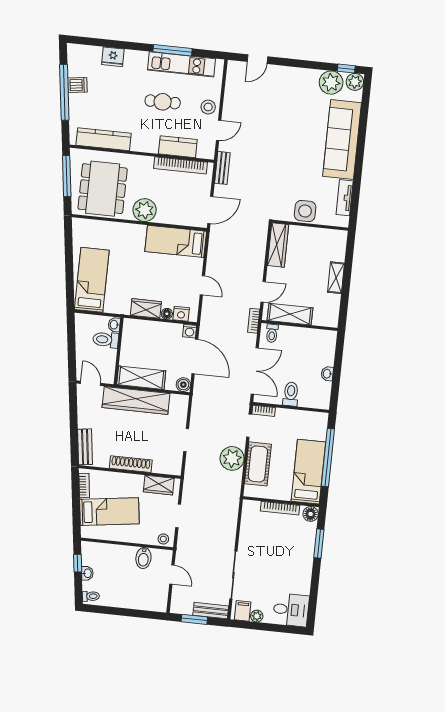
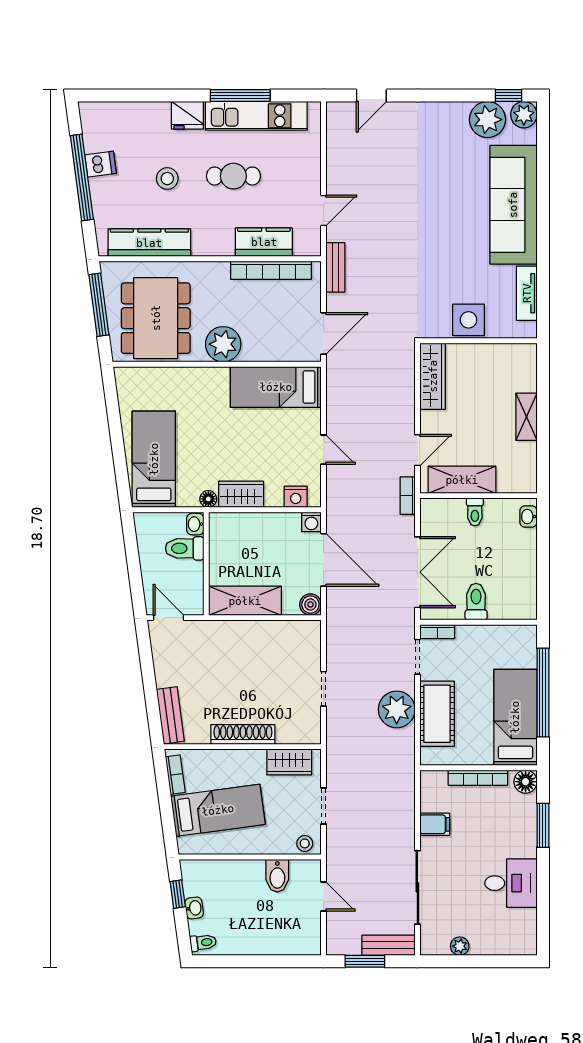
fridge: (113, 57) -> (187, 115), moved
stool: (208, 107) -> (167, 179), moved
floor lamp: (167, 314) -> (208, 499), moved
toilet: (272, 333) -> (475, 512), moved
washbasin: (327, 374) -> (528, 517), moved
wardrobe: (136, 400) -> (241, 636), removed
desk: (291, 610) -> (511, 883), moved
filing cabinet: (243, 611) -> (435, 824), moved, turned 90

